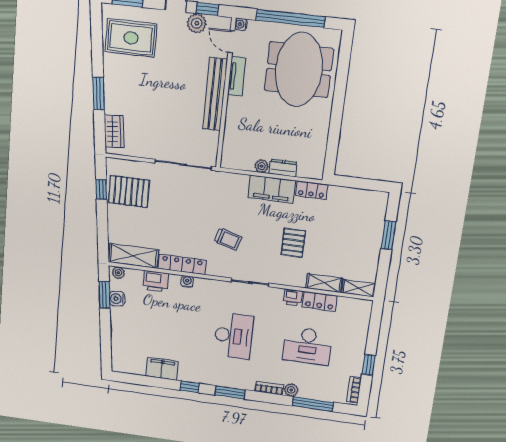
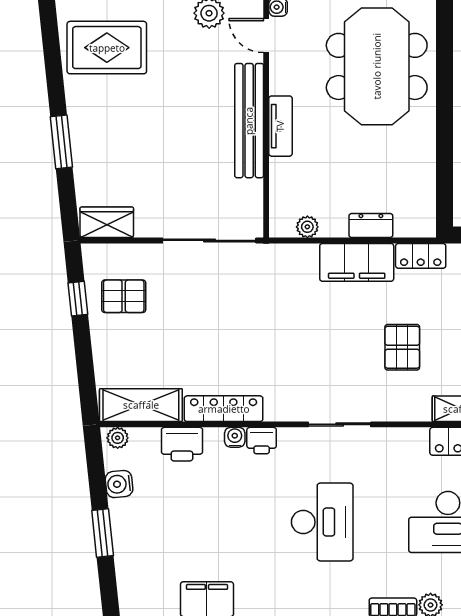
tv unit: (237, 76) -> (280, 126), moved
wardrobe: (114, 131) -> (107, 222), moved, turned -84
plant: (262, 166) -> (307, 227), moved
pallet: (129, 191) -> (124, 296), width x0.67, depth x0.71
trolley: (228, 239) -> (295, 355), removed
window: (104, 295) -> (103, 533), moved
printer: (293, 297) -> (262, 441), moved

